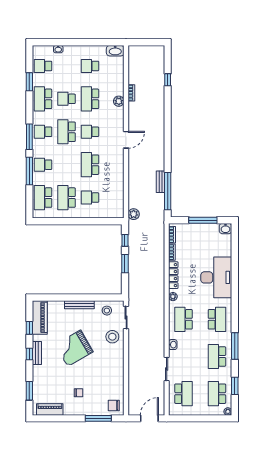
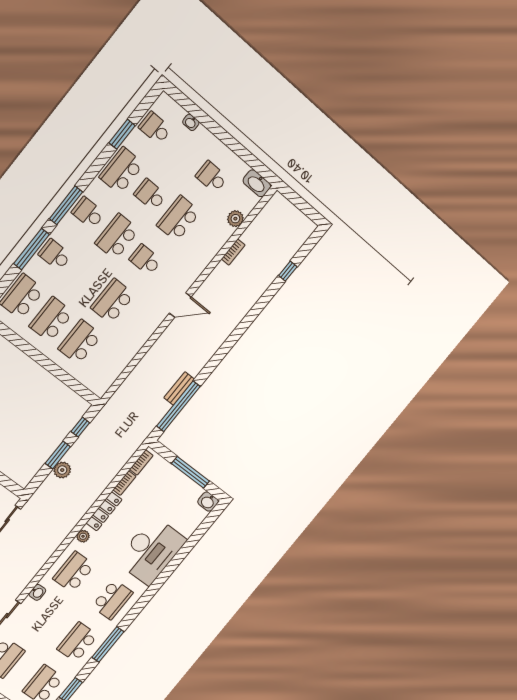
plant: (119, 101) -> (235, 219), moved
school desk: (90, 198) -> (80, 342), width x1.85
plant: (134, 214) -> (62, 470), moved

